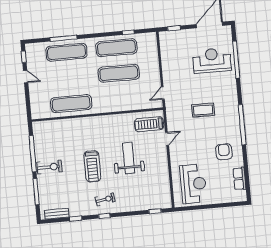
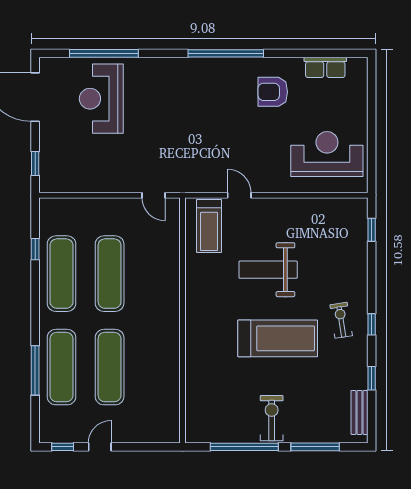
exercise mat: (71, 104) -> (110, 367), moved
coffee table: (203, 110) -> (192, 123), removed
treadmill: (92, 166) -> (278, 338), width x1.37, depth x1.37

